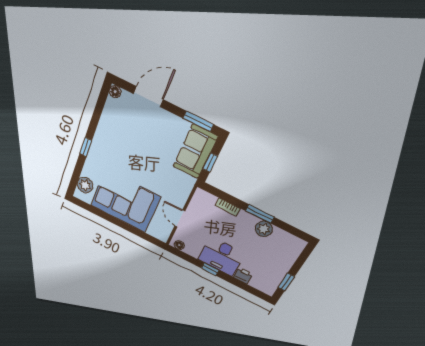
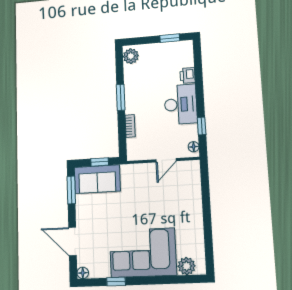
window: (86, 147) -> (116, 282), moved
corner sofa: (125, 201) -> (143, 253), moved, turned 90
plant: (264, 229) -> (131, 56), moved
window: (210, 269) -> (202, 126), moved

